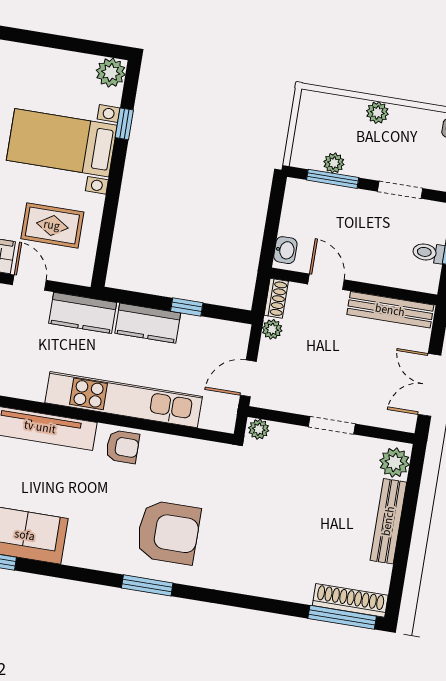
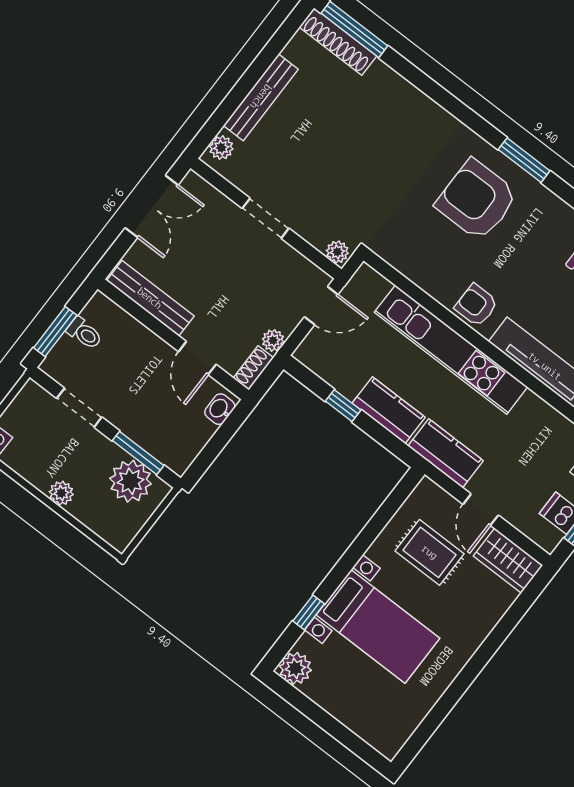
plant: (334, 163) -> (131, 481), width x1.88, depth x1.88
plant: (395, 463) -> (221, 148), width x0.73, depth x0.73

